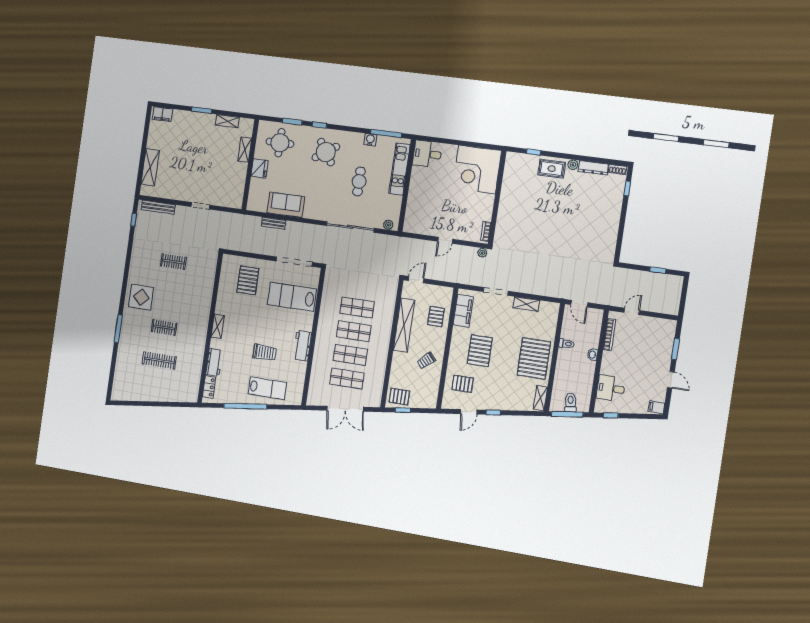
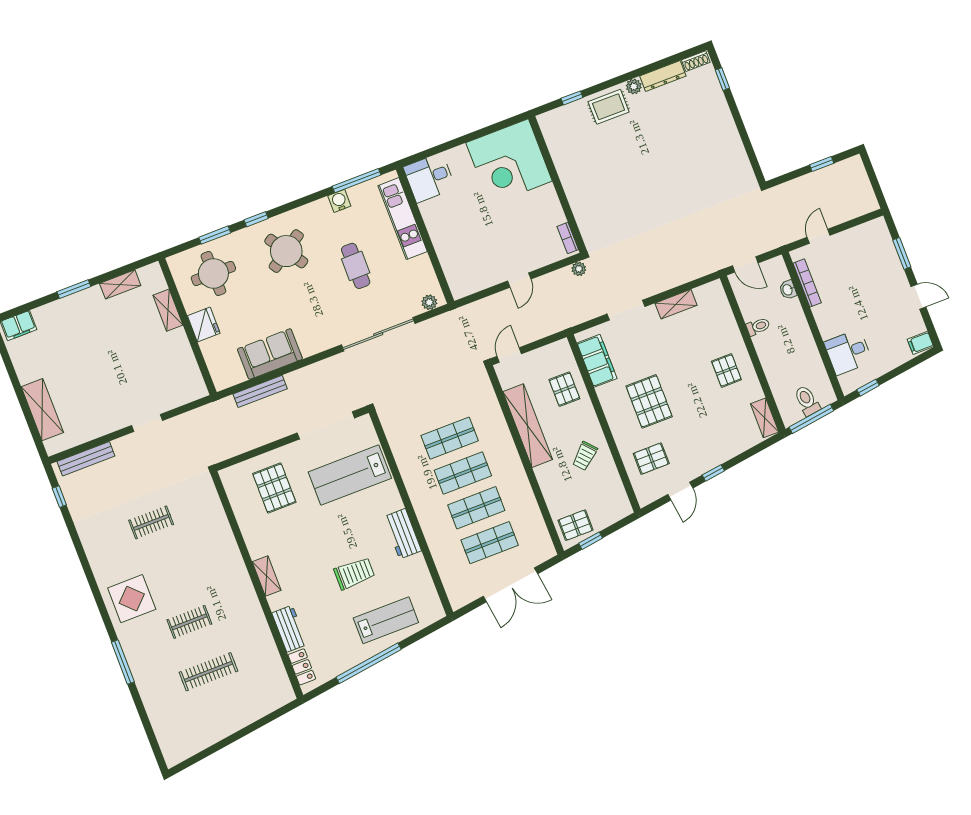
bench: (274, 223) -> (260, 391), width x1.36
washbasin: (593, 355) -> (788, 290), moved
pallet: (534, 358) -> (726, 370), width x0.49, depth x0.50

